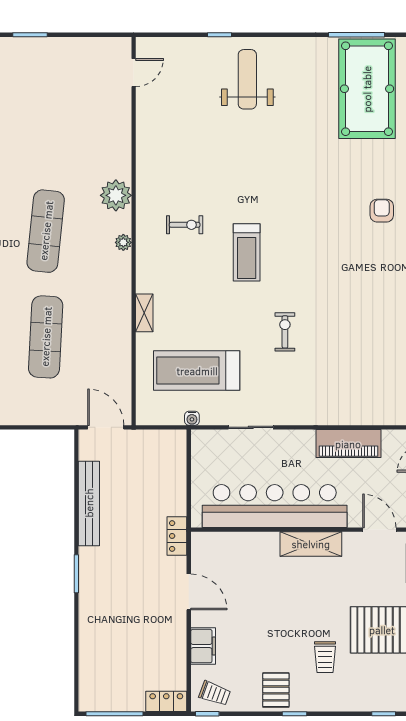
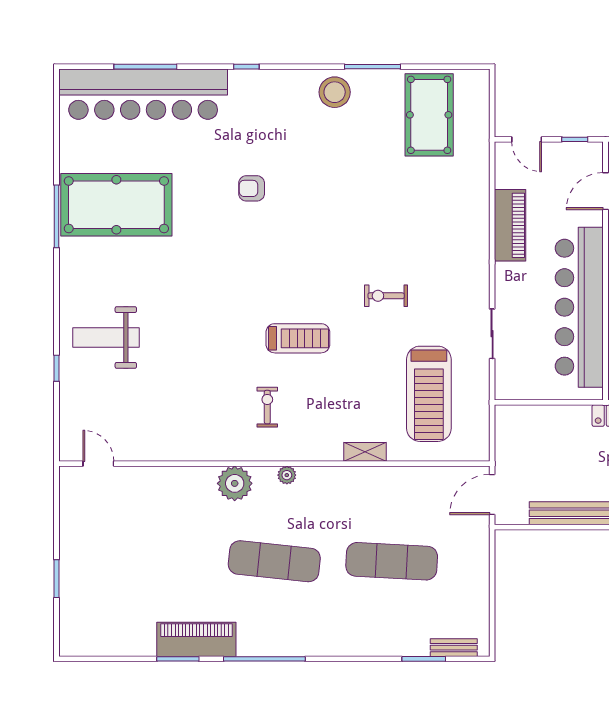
water cooler: (192, 418) -> (482, 399), removed

